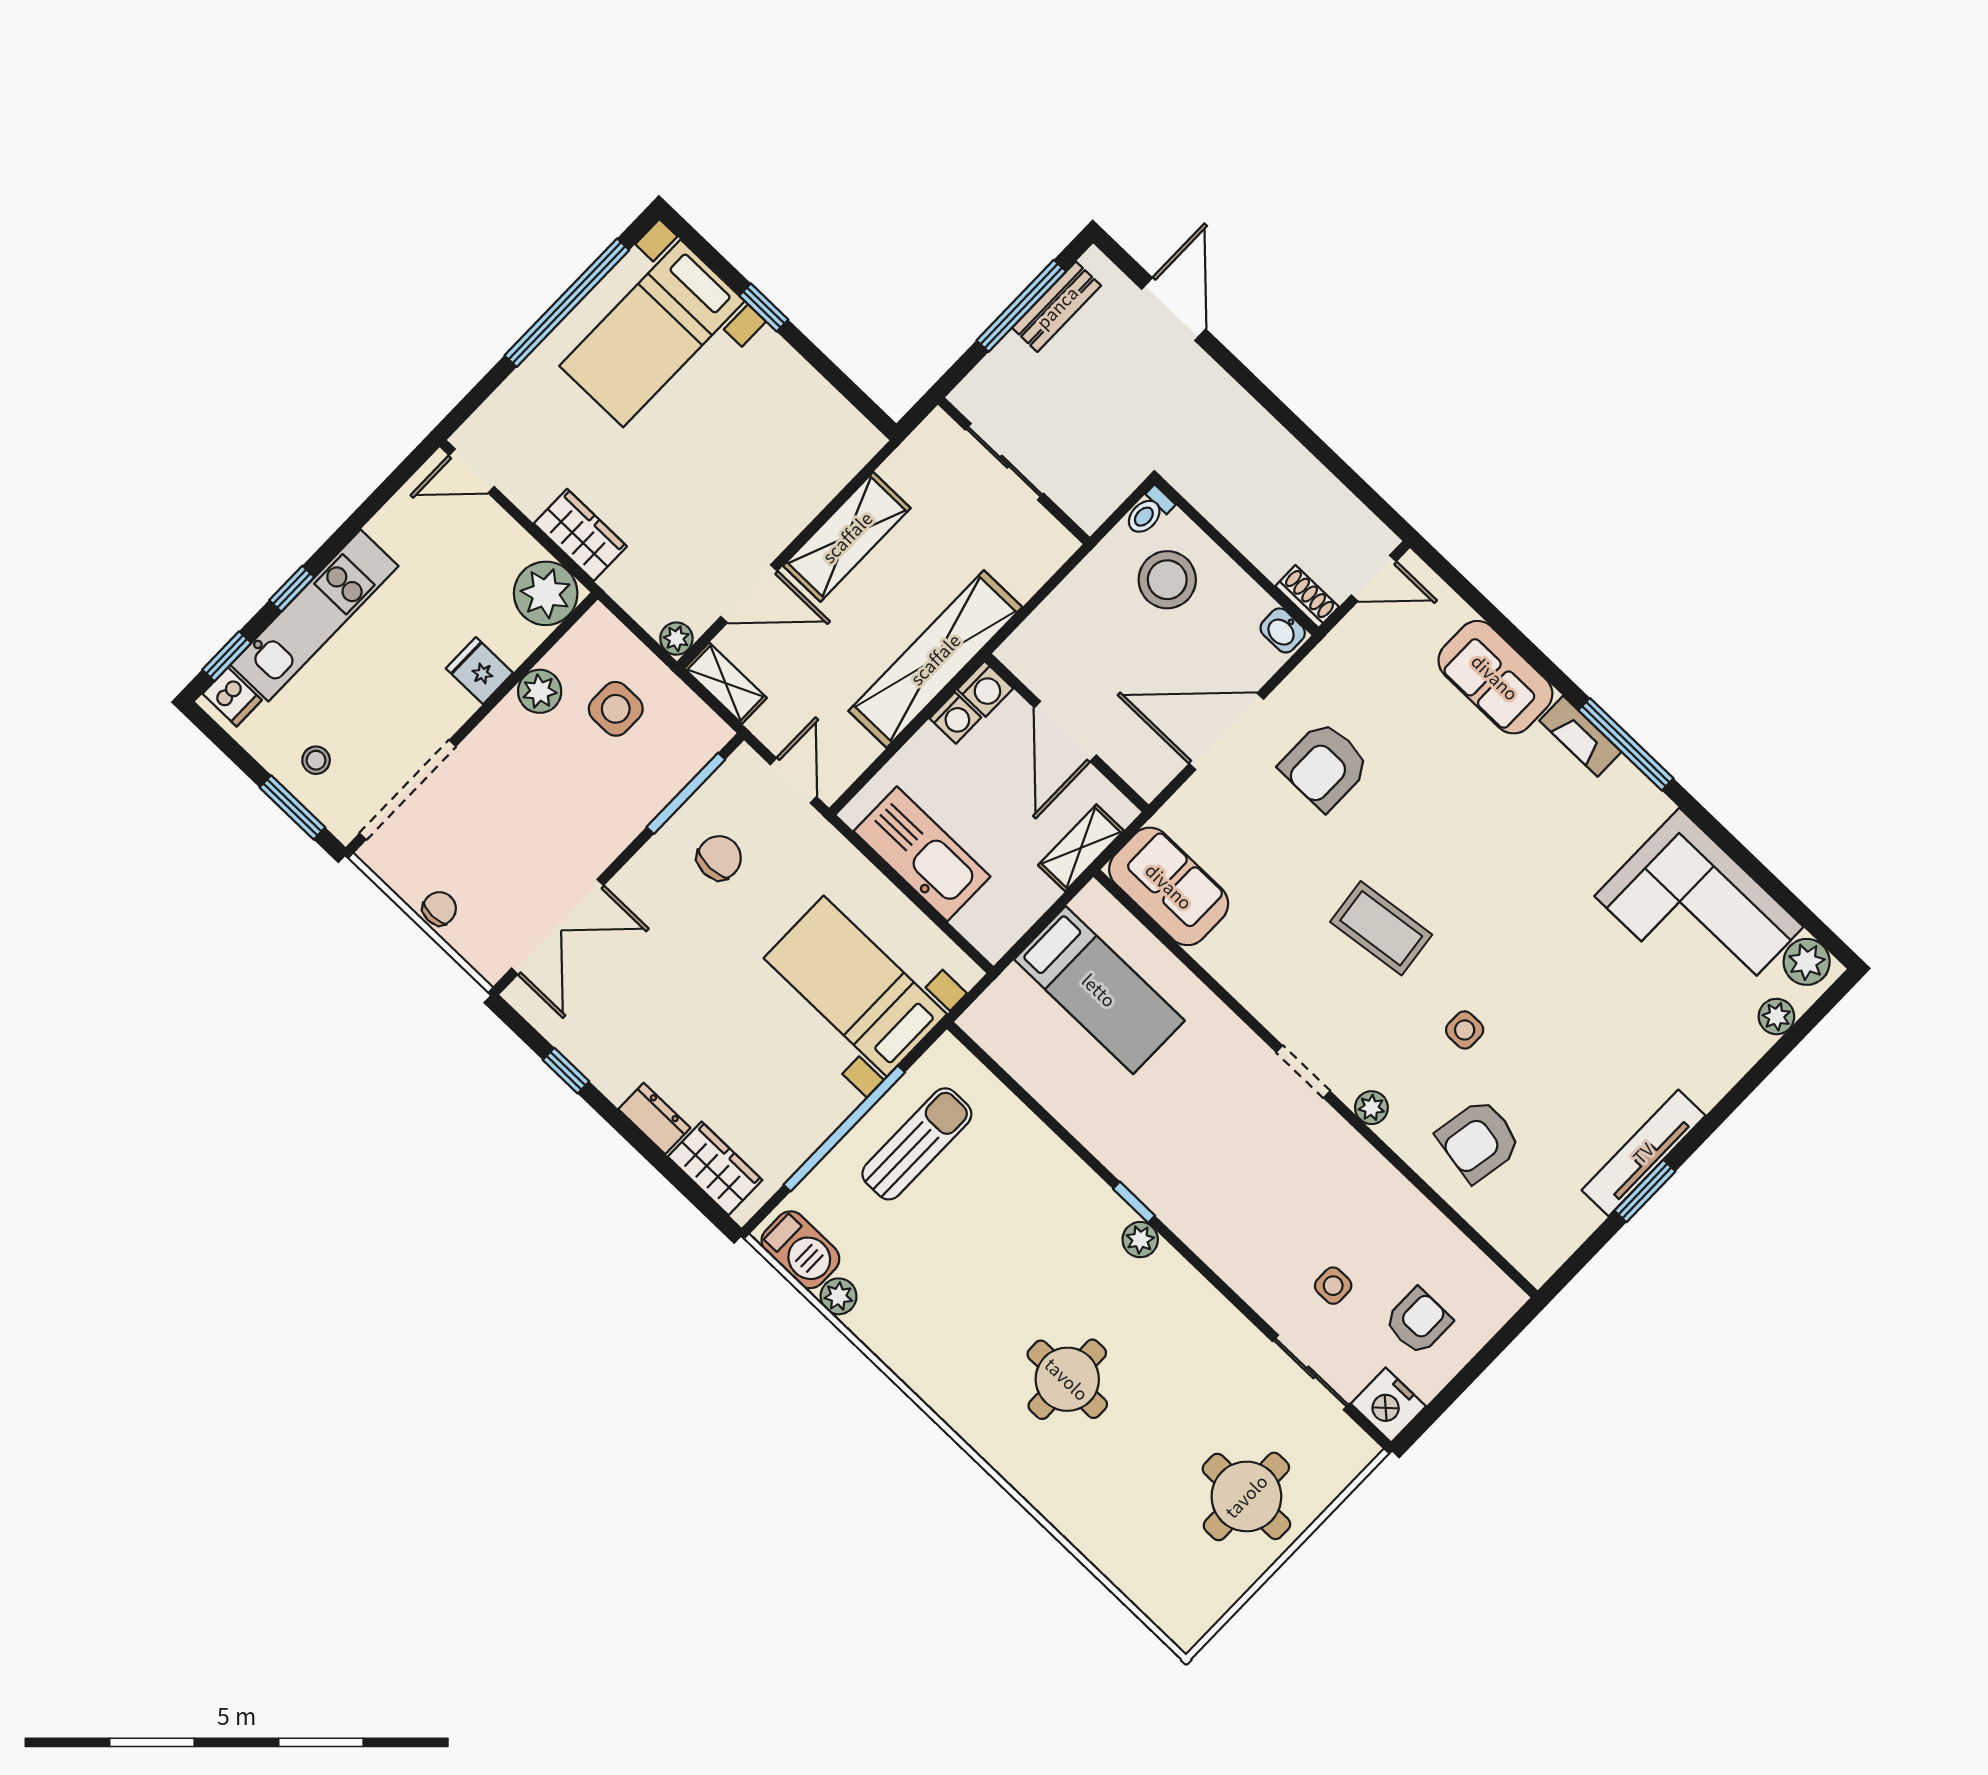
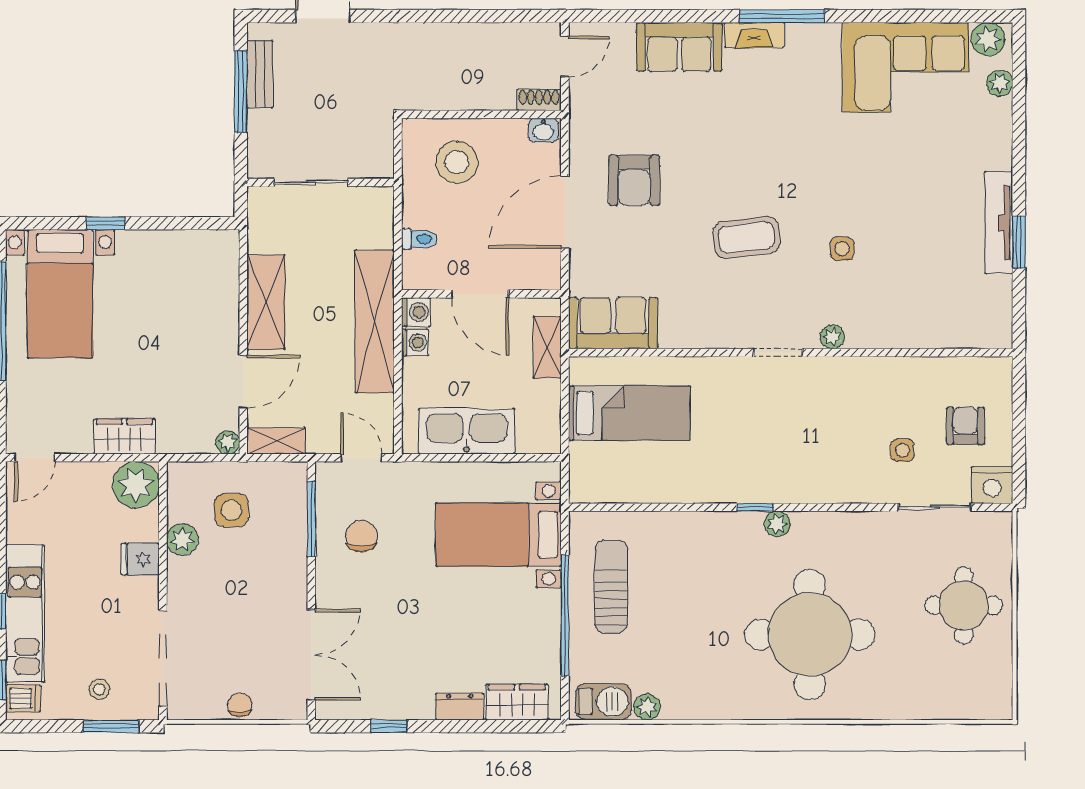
toilet: (1149, 512) -> (419, 239), moved, turned -90
armchair: (1479, 1141) -> (906, 300), removed
round table: (1067, 1379) -> (810, 635), width x1.86, depth x1.86

